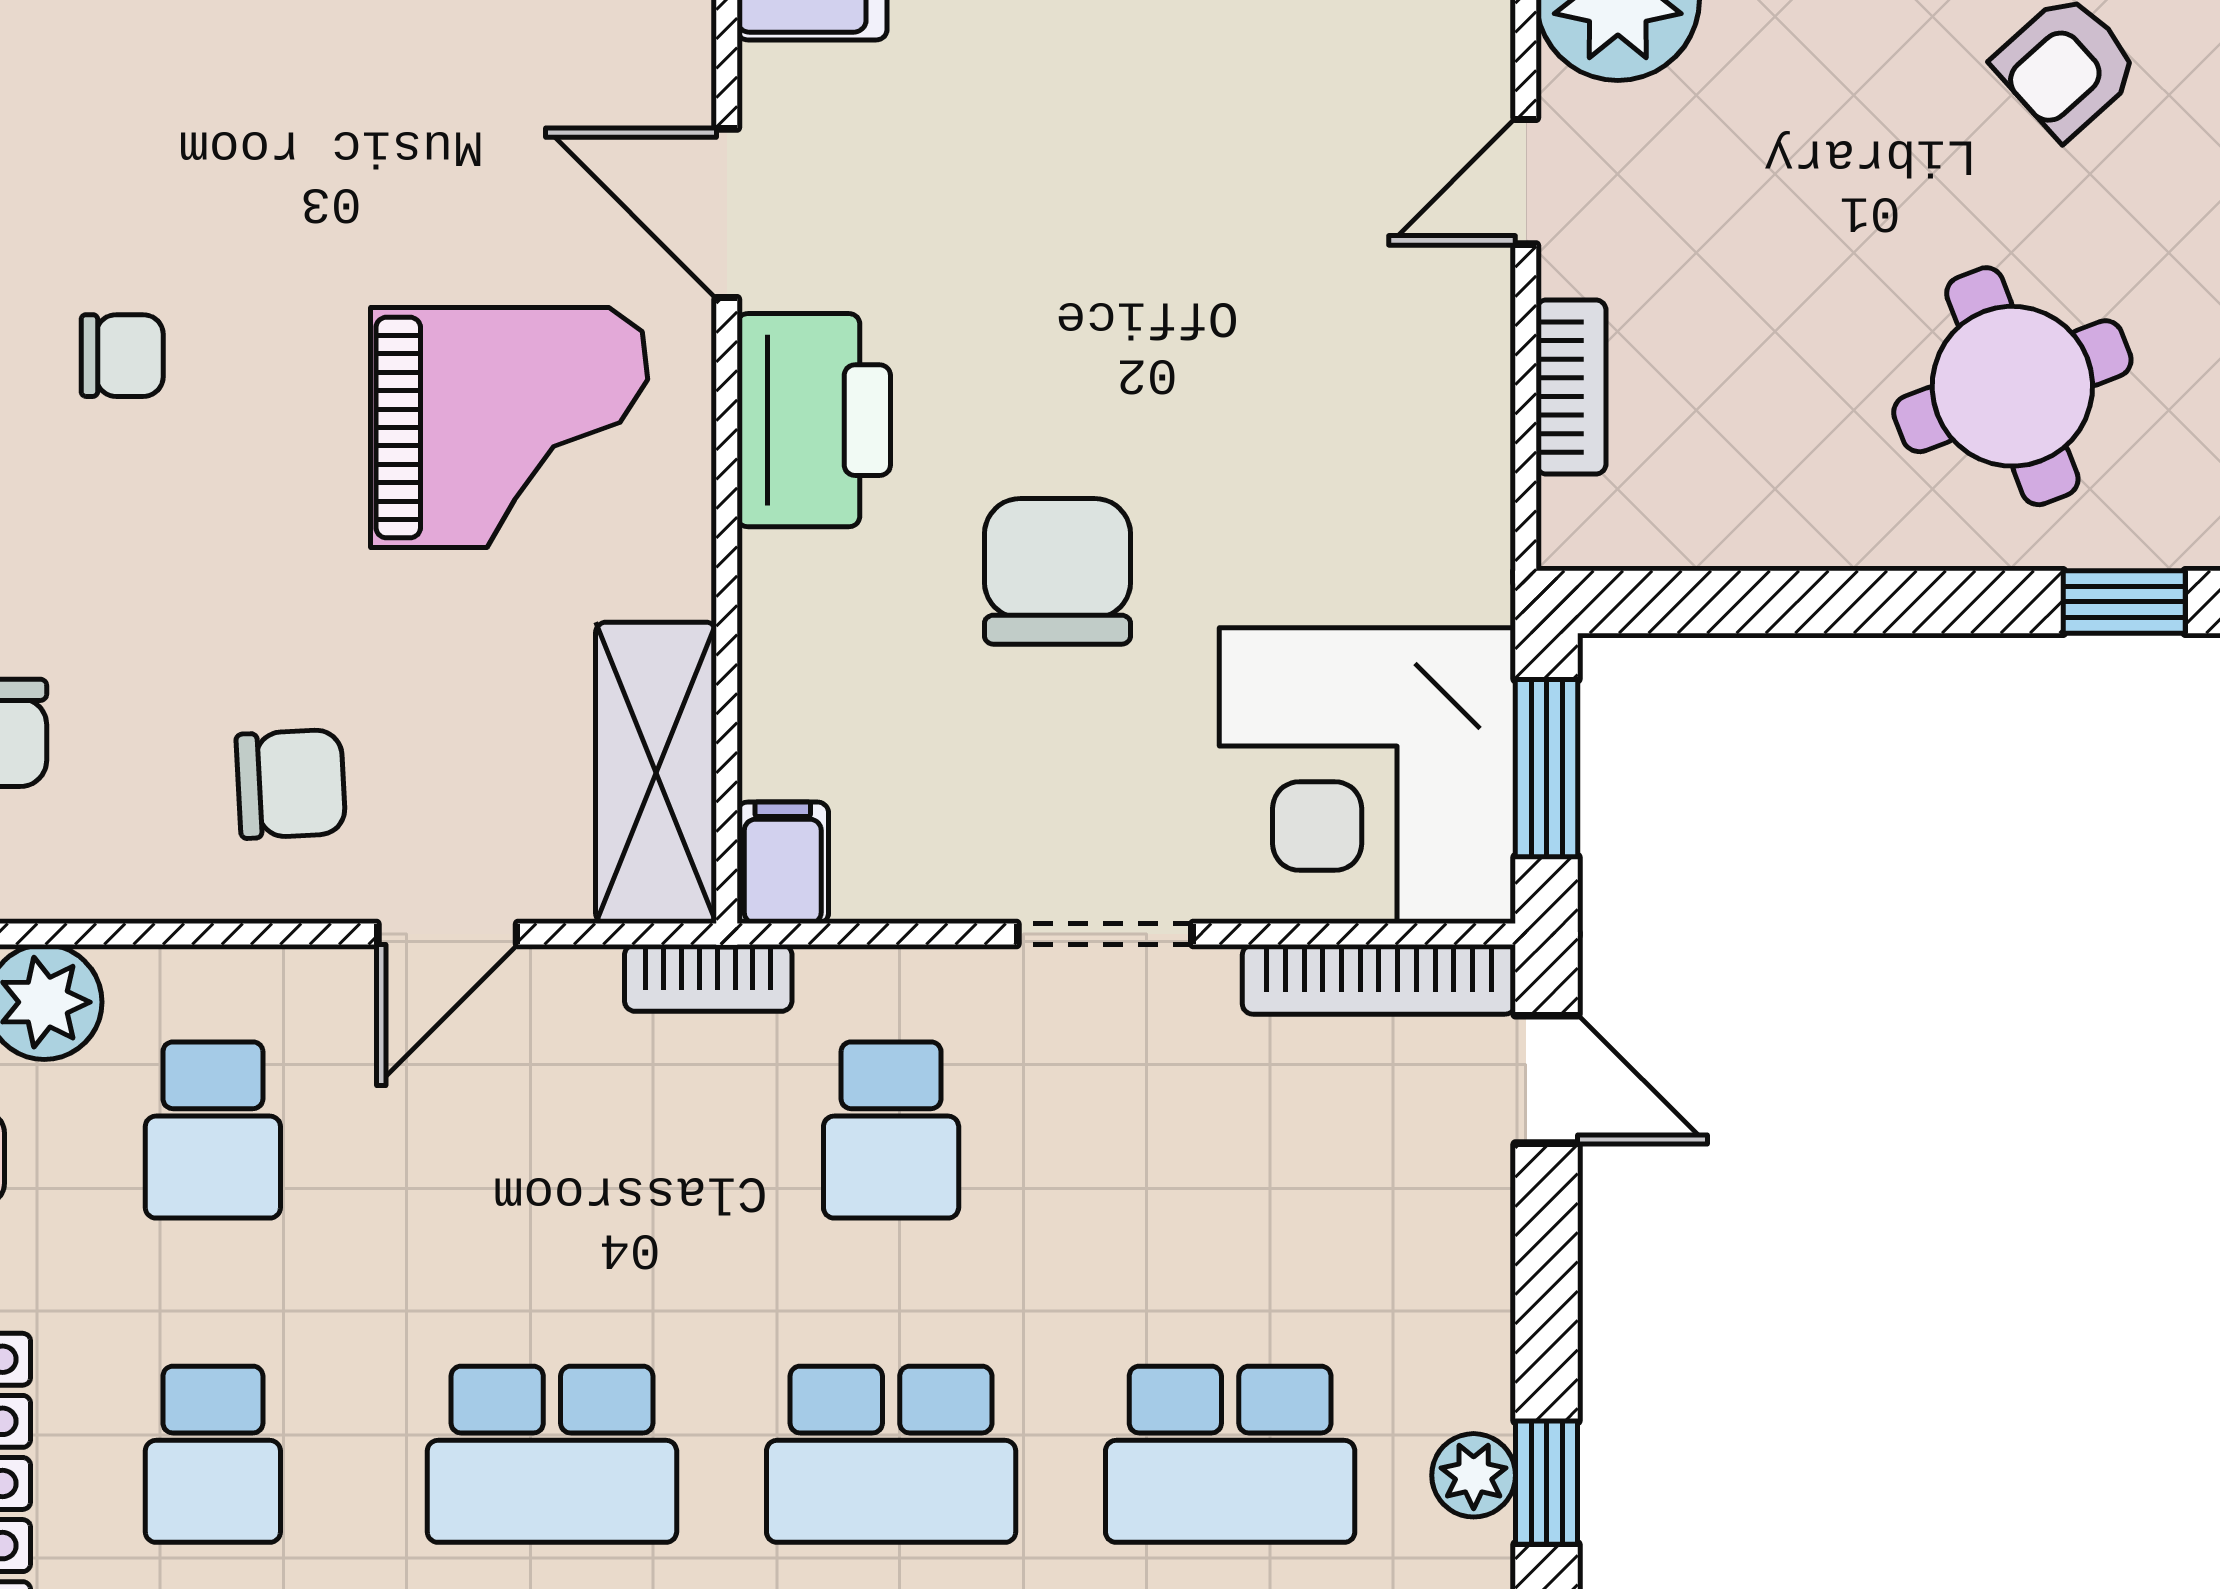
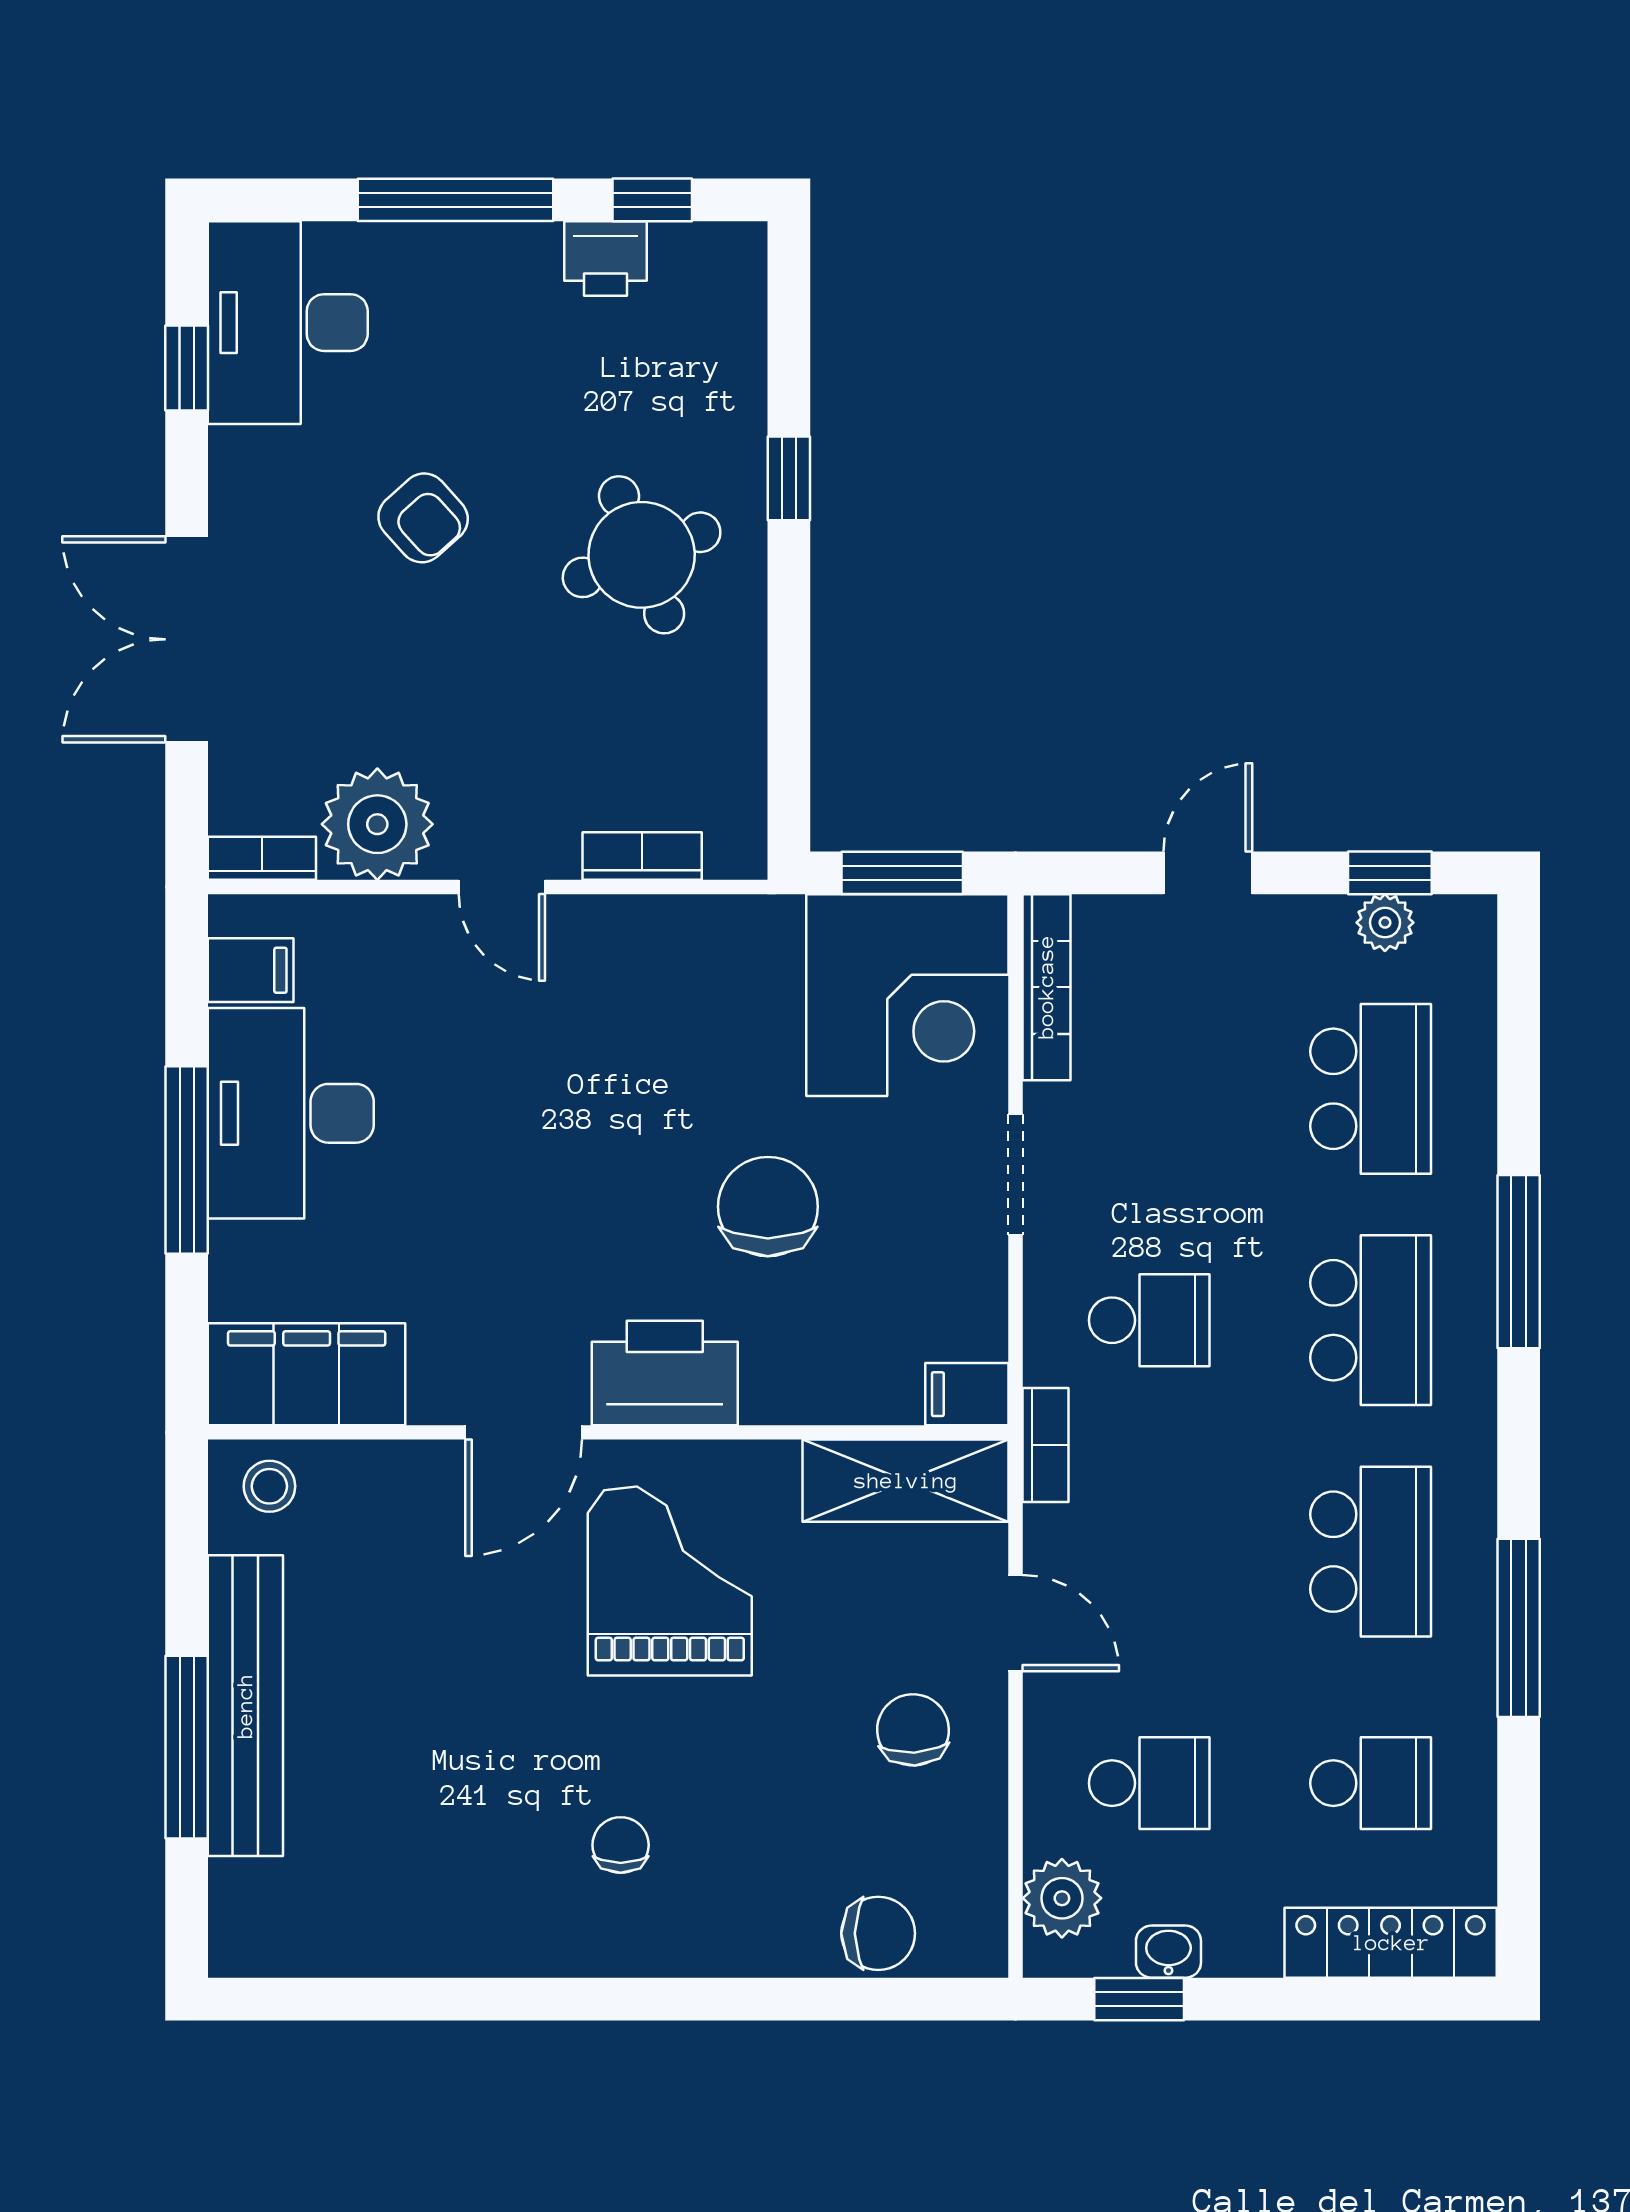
chair: (1057, 571) -> (768, 1207), turned 90
door: (1547, 1079) -> (1208, 873), moved

